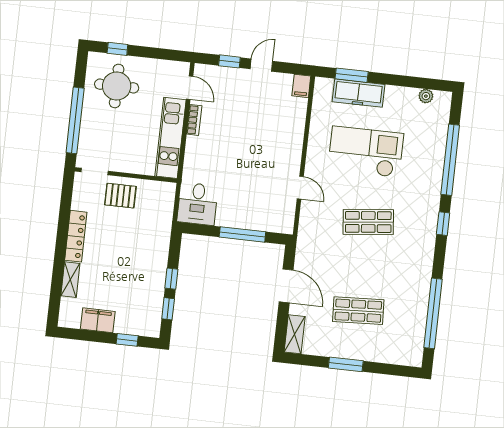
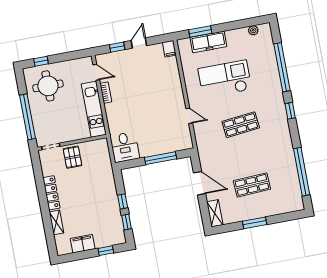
pallet: (120, 196) -> (72, 157), turned 90

